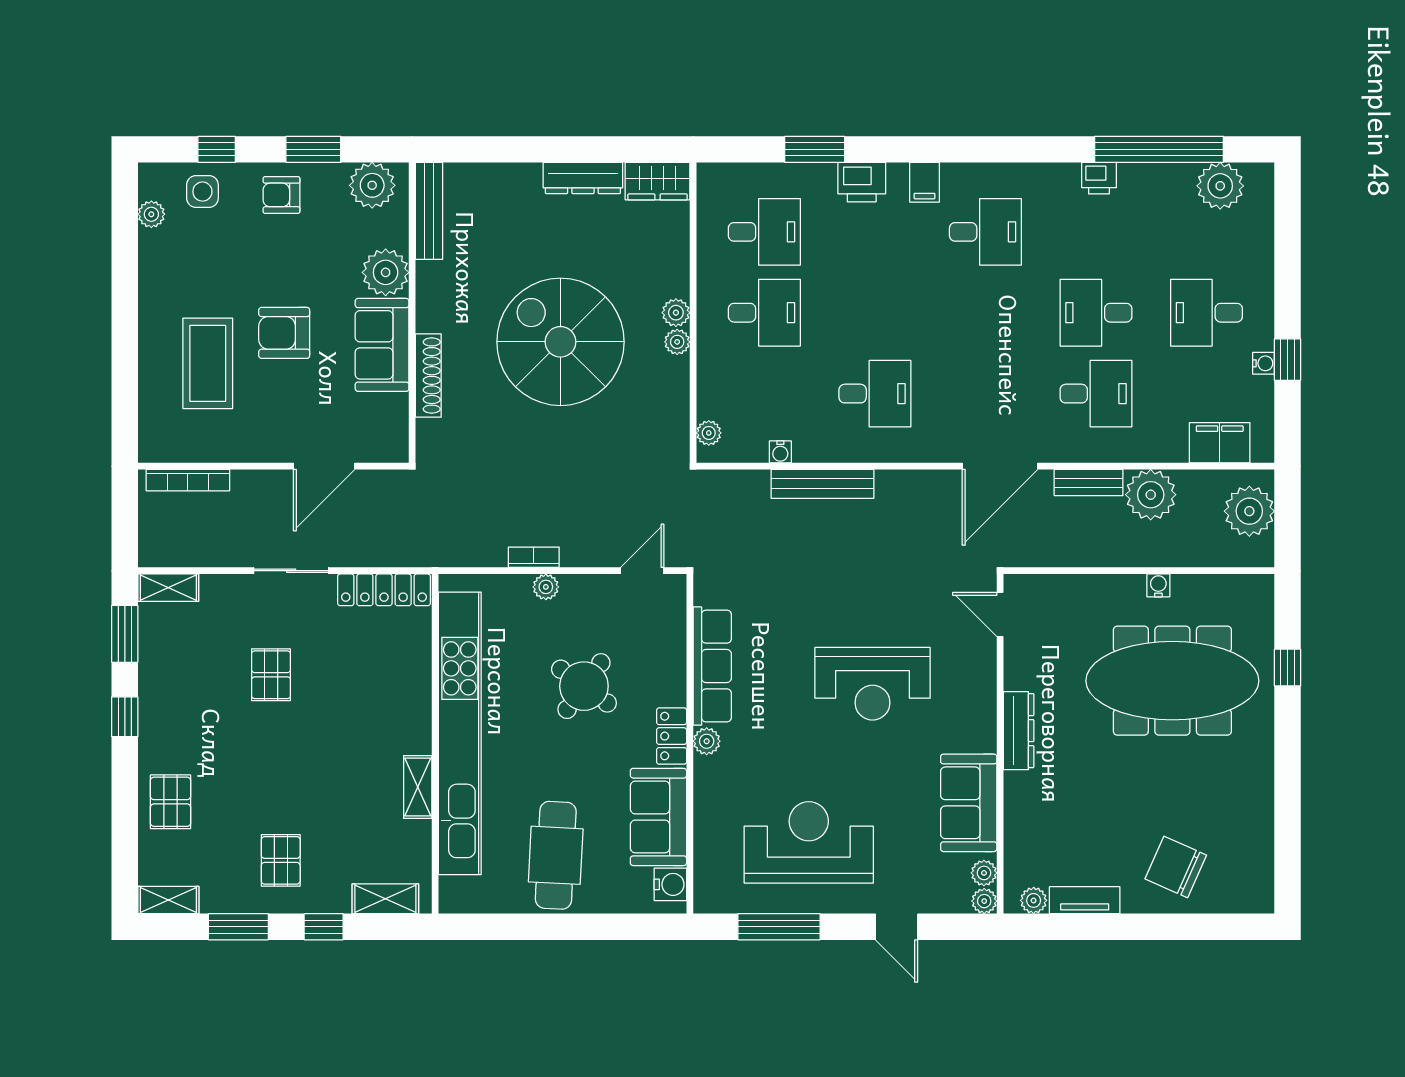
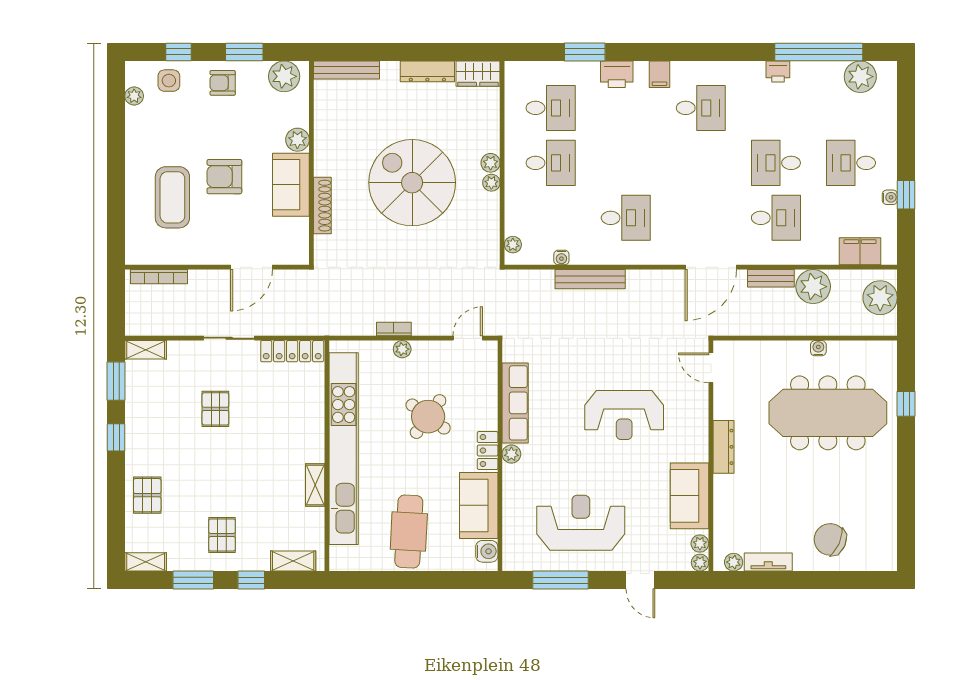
bench: (429, 211) -> (346, 70), moved, turned 90
plant: (386, 272) -> (297, 140), width x0.73, depth x0.73

